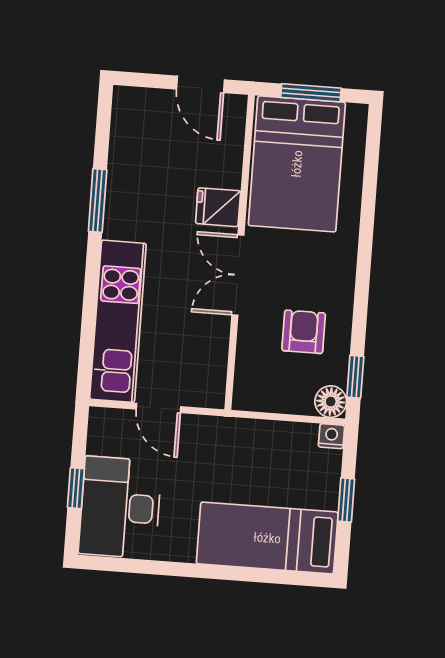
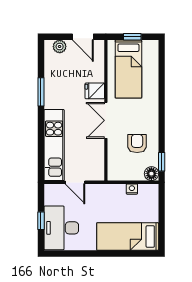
window: (311, 93) -> (132, 37), width x0.67
plant: (147, 102) -> (60, 47), added
bed: (297, 164) -> (128, 69), width x0.67
nightstand: (331, 436) -> (132, 189), moved
window: (346, 500) -> (162, 217), removed

